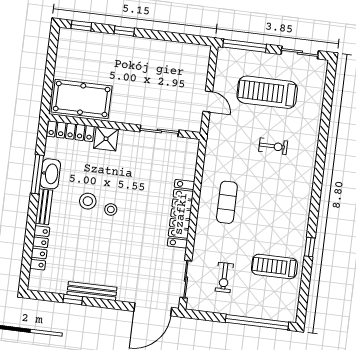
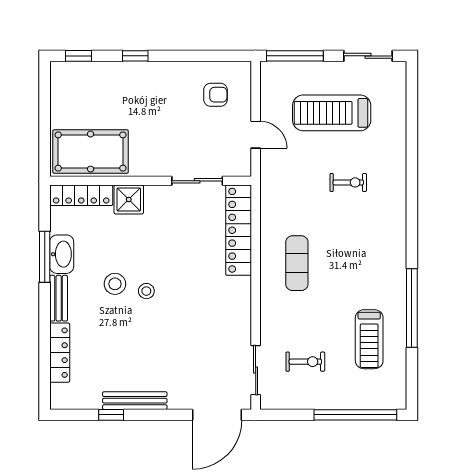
armchair: (181, 68) -> (216, 95), added
locker: (181, 214) -> (239, 230), moved
window: (310, 247) -> (412, 308), width x3.17
treadmill: (274, 266) -> (369, 339), turned -90
exercise bike: (224, 277) -> (305, 362), turned -90

